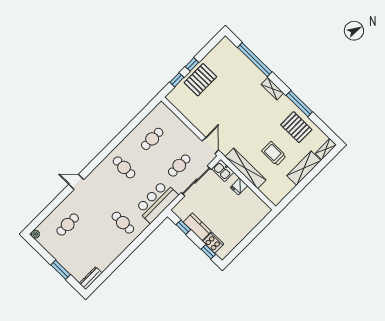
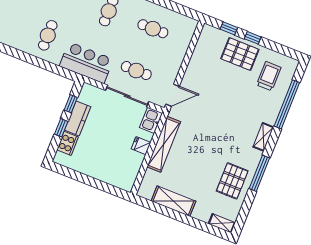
trolley: (274, 153) -> (269, 76), moved
shelving: (304, 168) -> (173, 201), moved
window: (208, 252) -> (61, 128), moved

